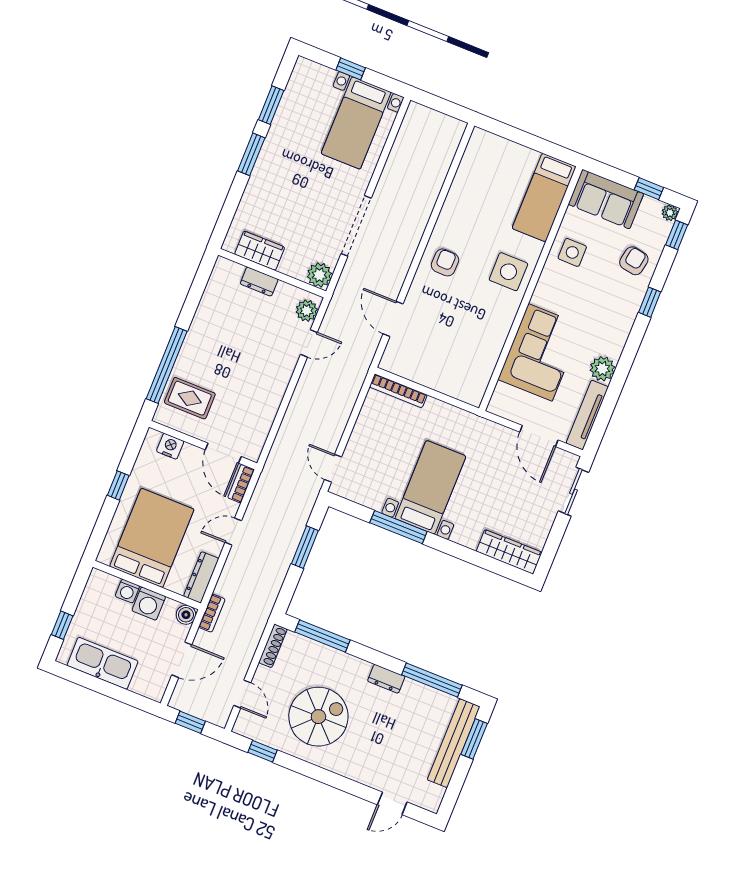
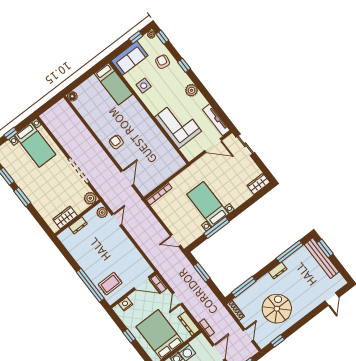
floor lamp: (480, 138) -> (72, 96), added
side table: (508, 272) -> (136, 117), removed
door: (393, 319) -> (127, 178), swing flipped
plant: (602, 369) -> (191, 90), moved
wardrobe: (509, 552) -> (259, 184), width x0.67
boiler: (186, 615) -> (201, 339), removed
door: (242, 694) -> (248, 335), hinge flipped

